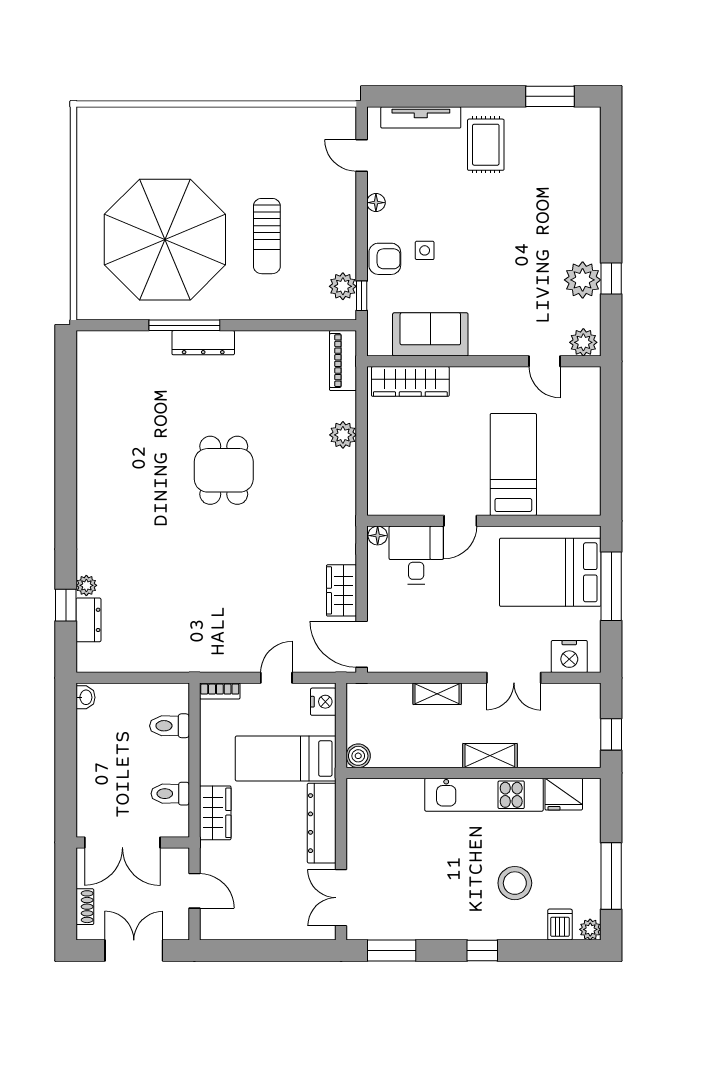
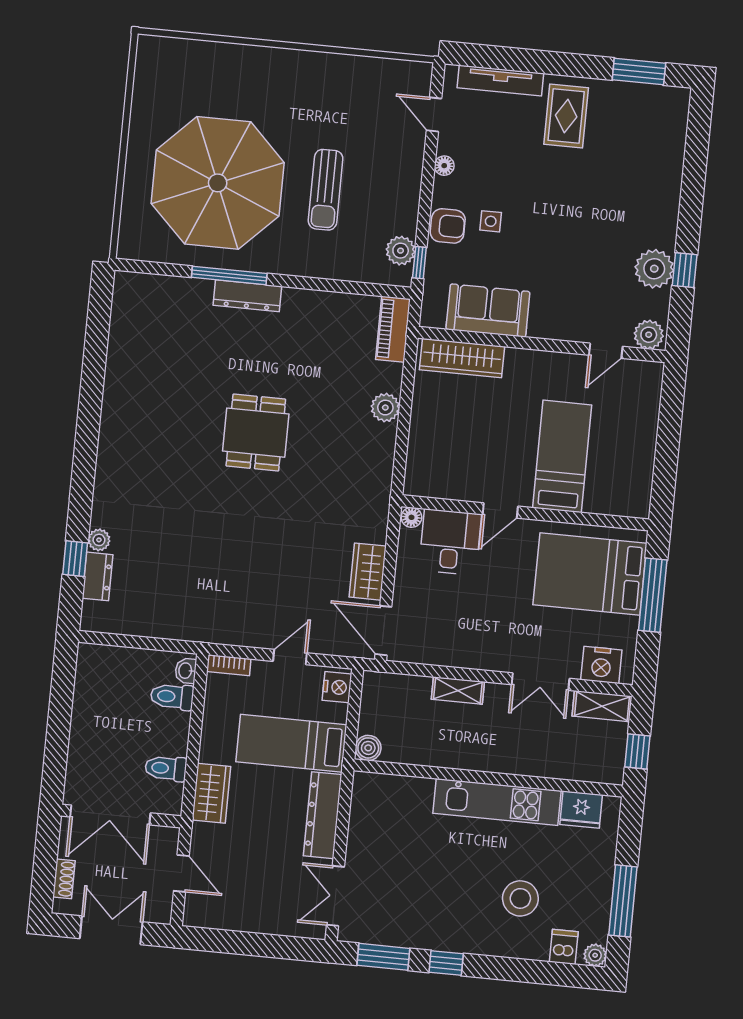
door: (545, 361) -> (606, 351), hinge flipped
washbasin: (85, 697) -> (186, 671), moved, turned 180
shelving: (490, 756) -> (602, 706), moved
window: (482, 950) -> (446, 963), moved

